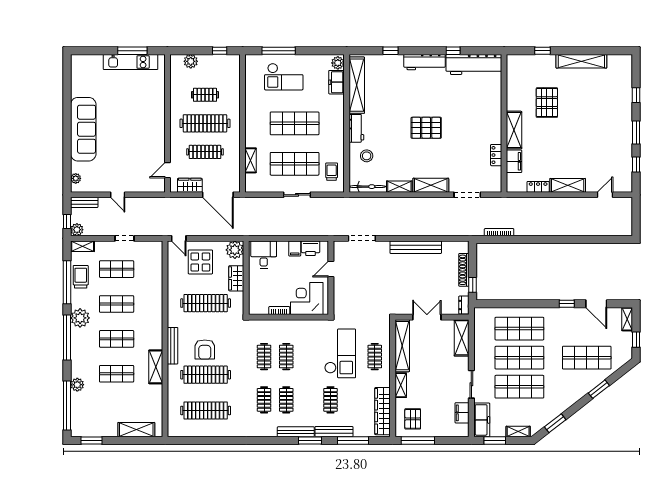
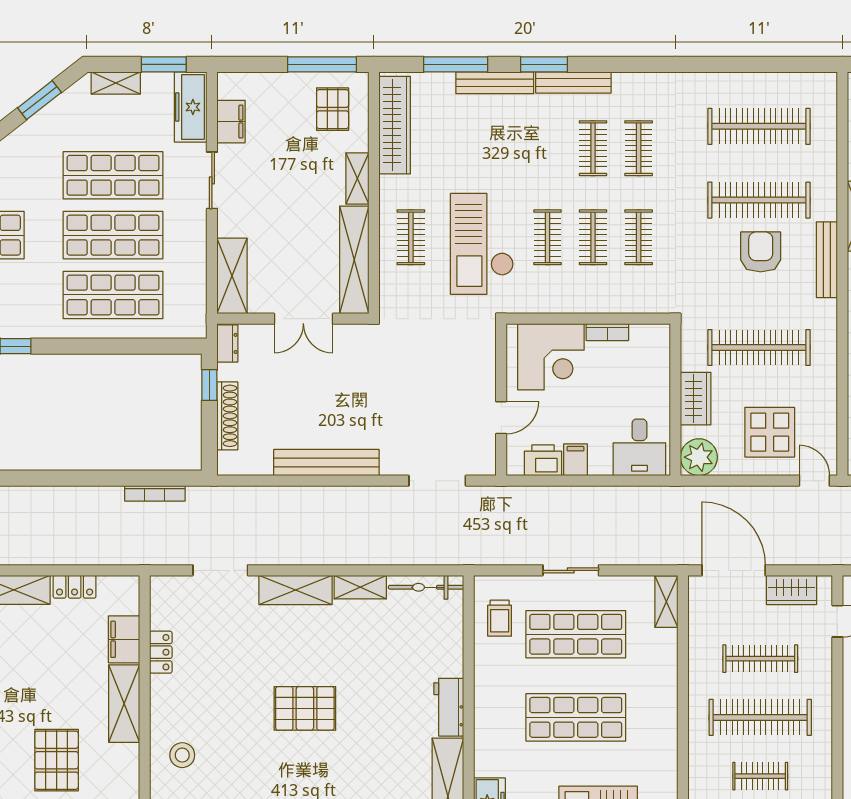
stool: (367, 156) -> (182, 755), moved
shelving: (251, 160) -> (666, 602), moved
clothes rail: (330, 400) -> (547, 237), moved

